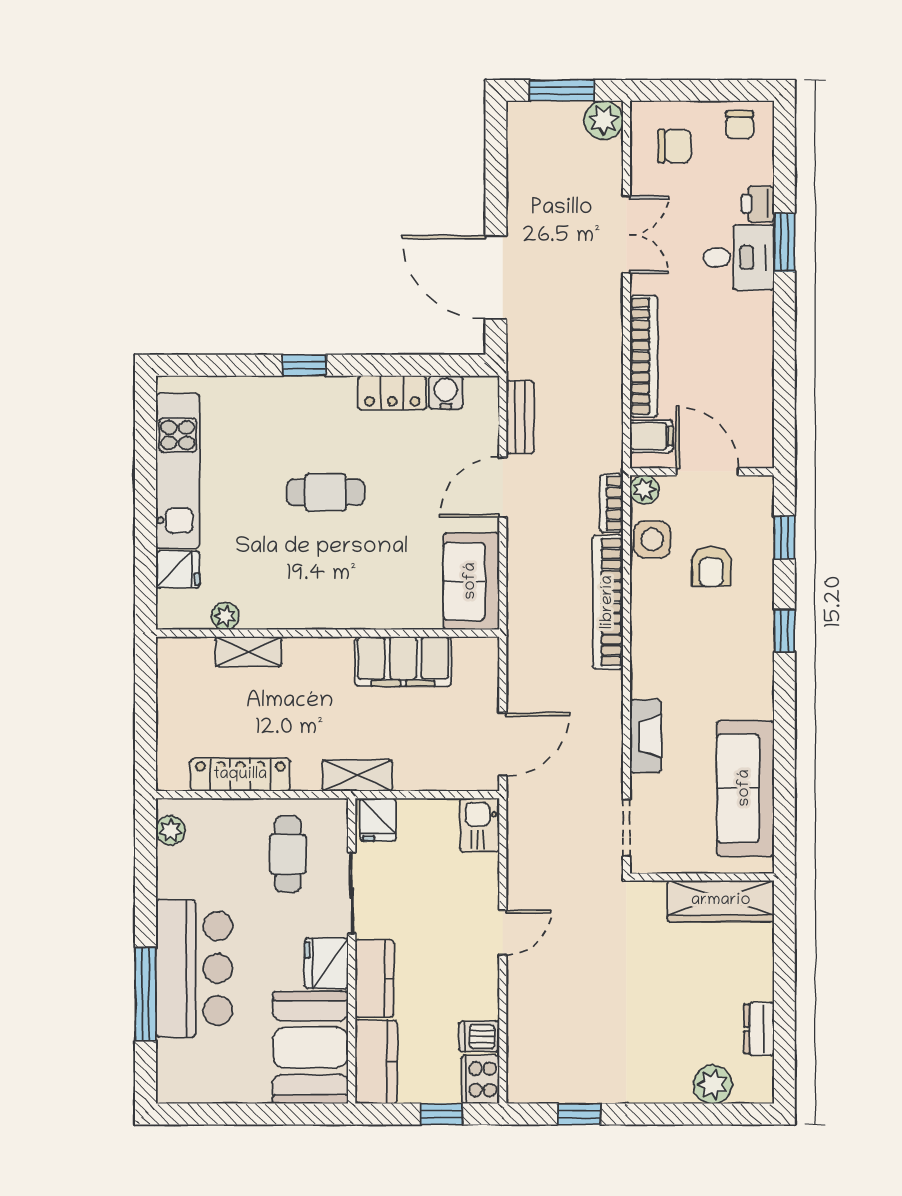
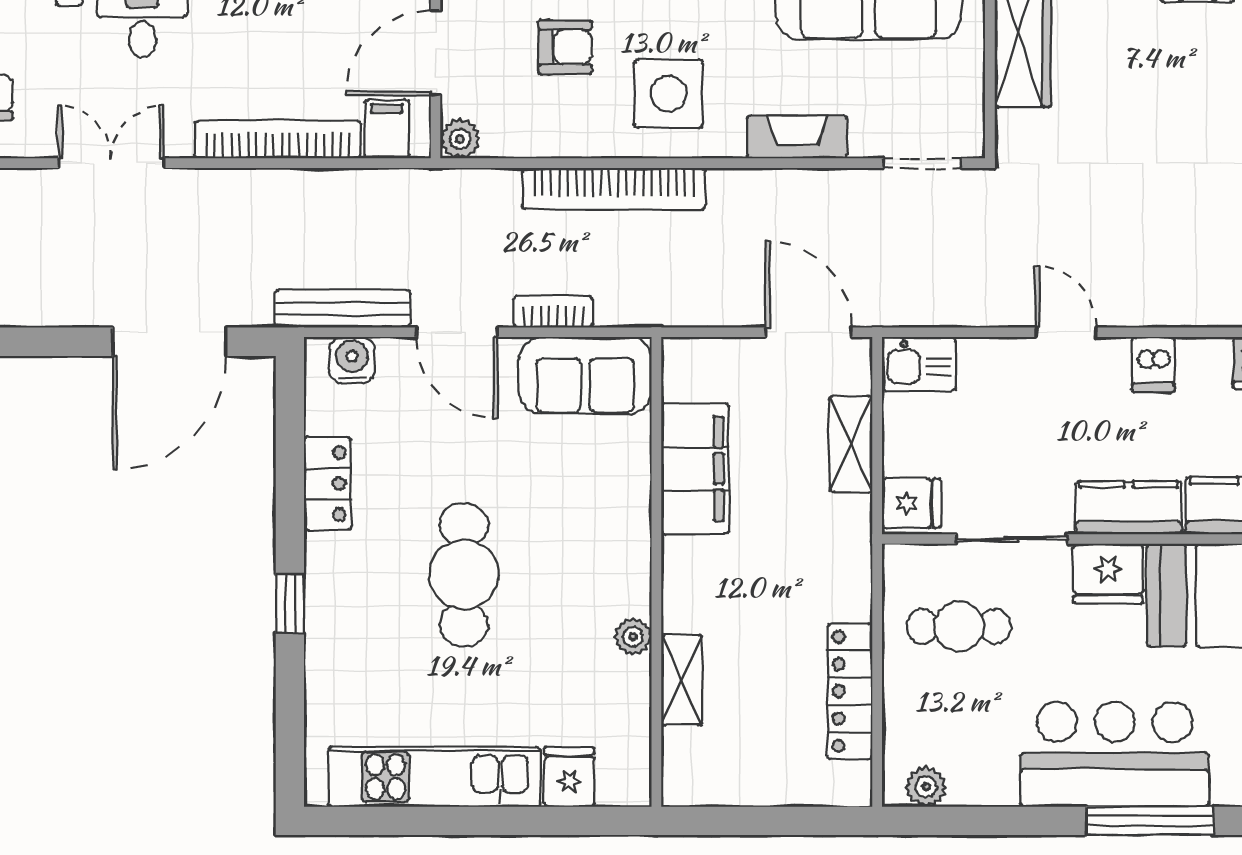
water cooler: (446, 392) -> (352, 360), moved, turned 90
bench: (520, 417) -> (343, 309), width x1.36
cafe table: (326, 492) -> (464, 575), width x1.37, depth x1.35
bookcase: (611, 503) -> (553, 312), moved, turned 180
side table: (652, 540) -> (669, 94), moved, width x1.37, depth x1.37
plant: (225, 616) -> (633, 637), moved
shelving: (357, 775) -> (851, 444), moved
dishwasher: (479, 1037) -> (1153, 365), moved

